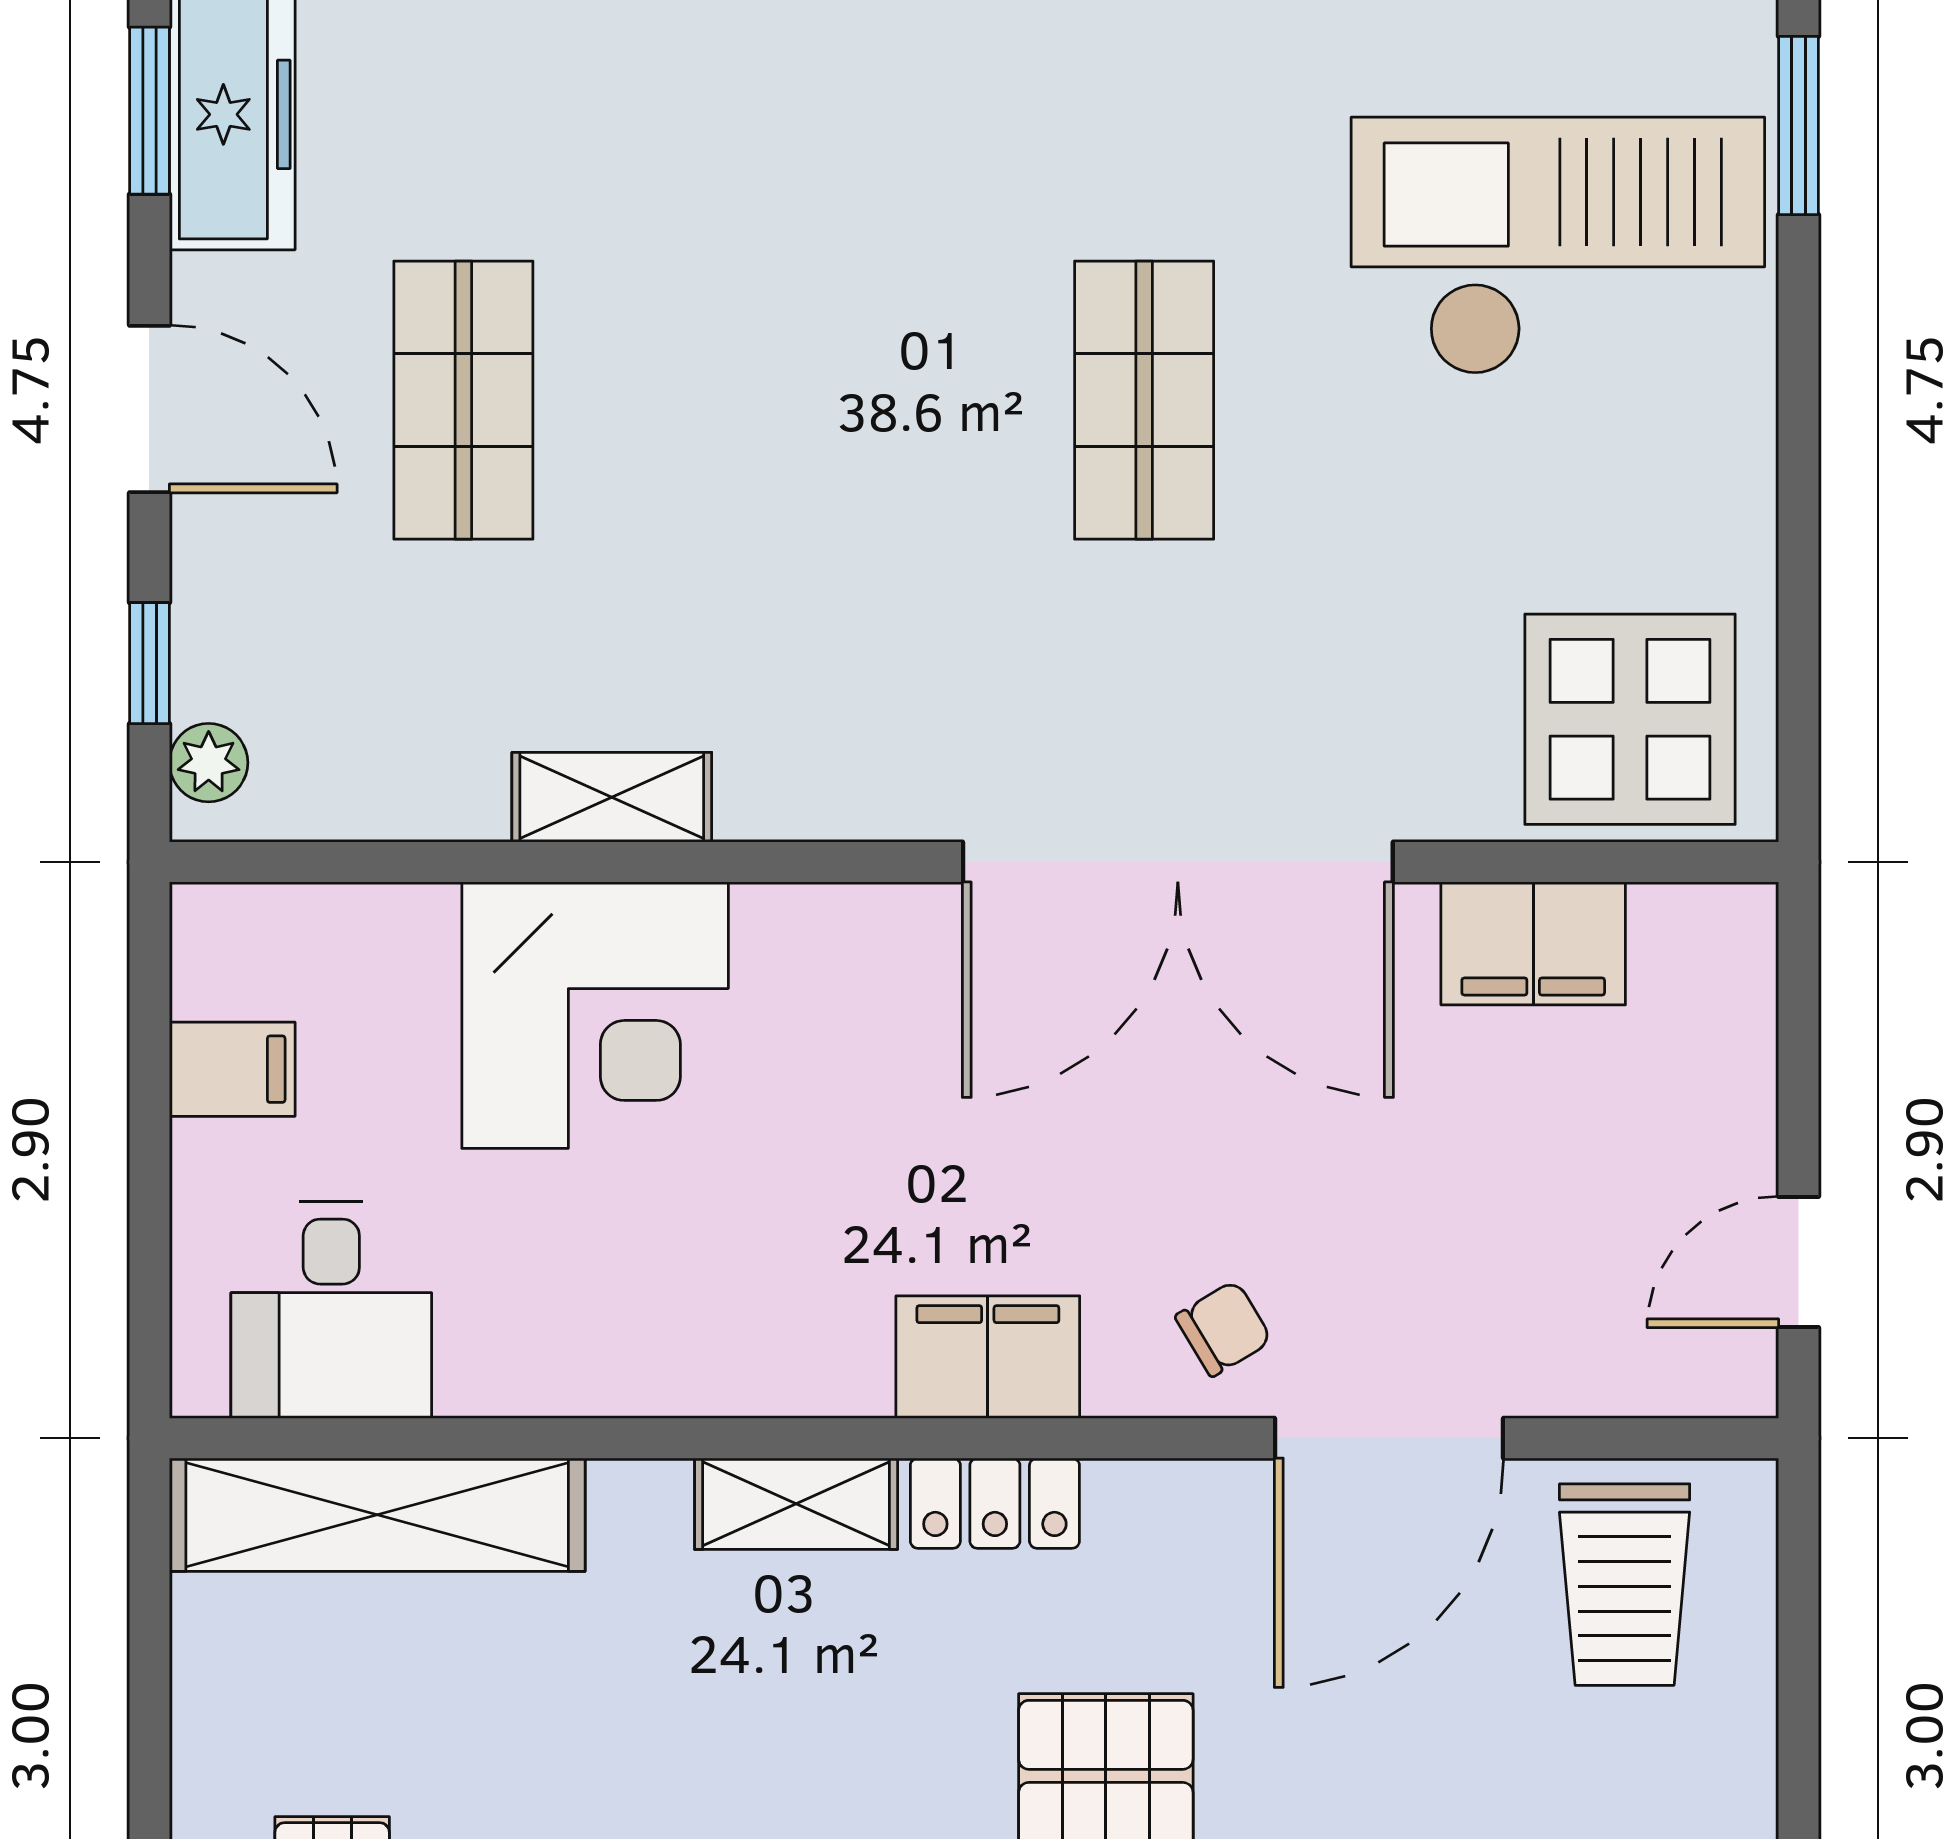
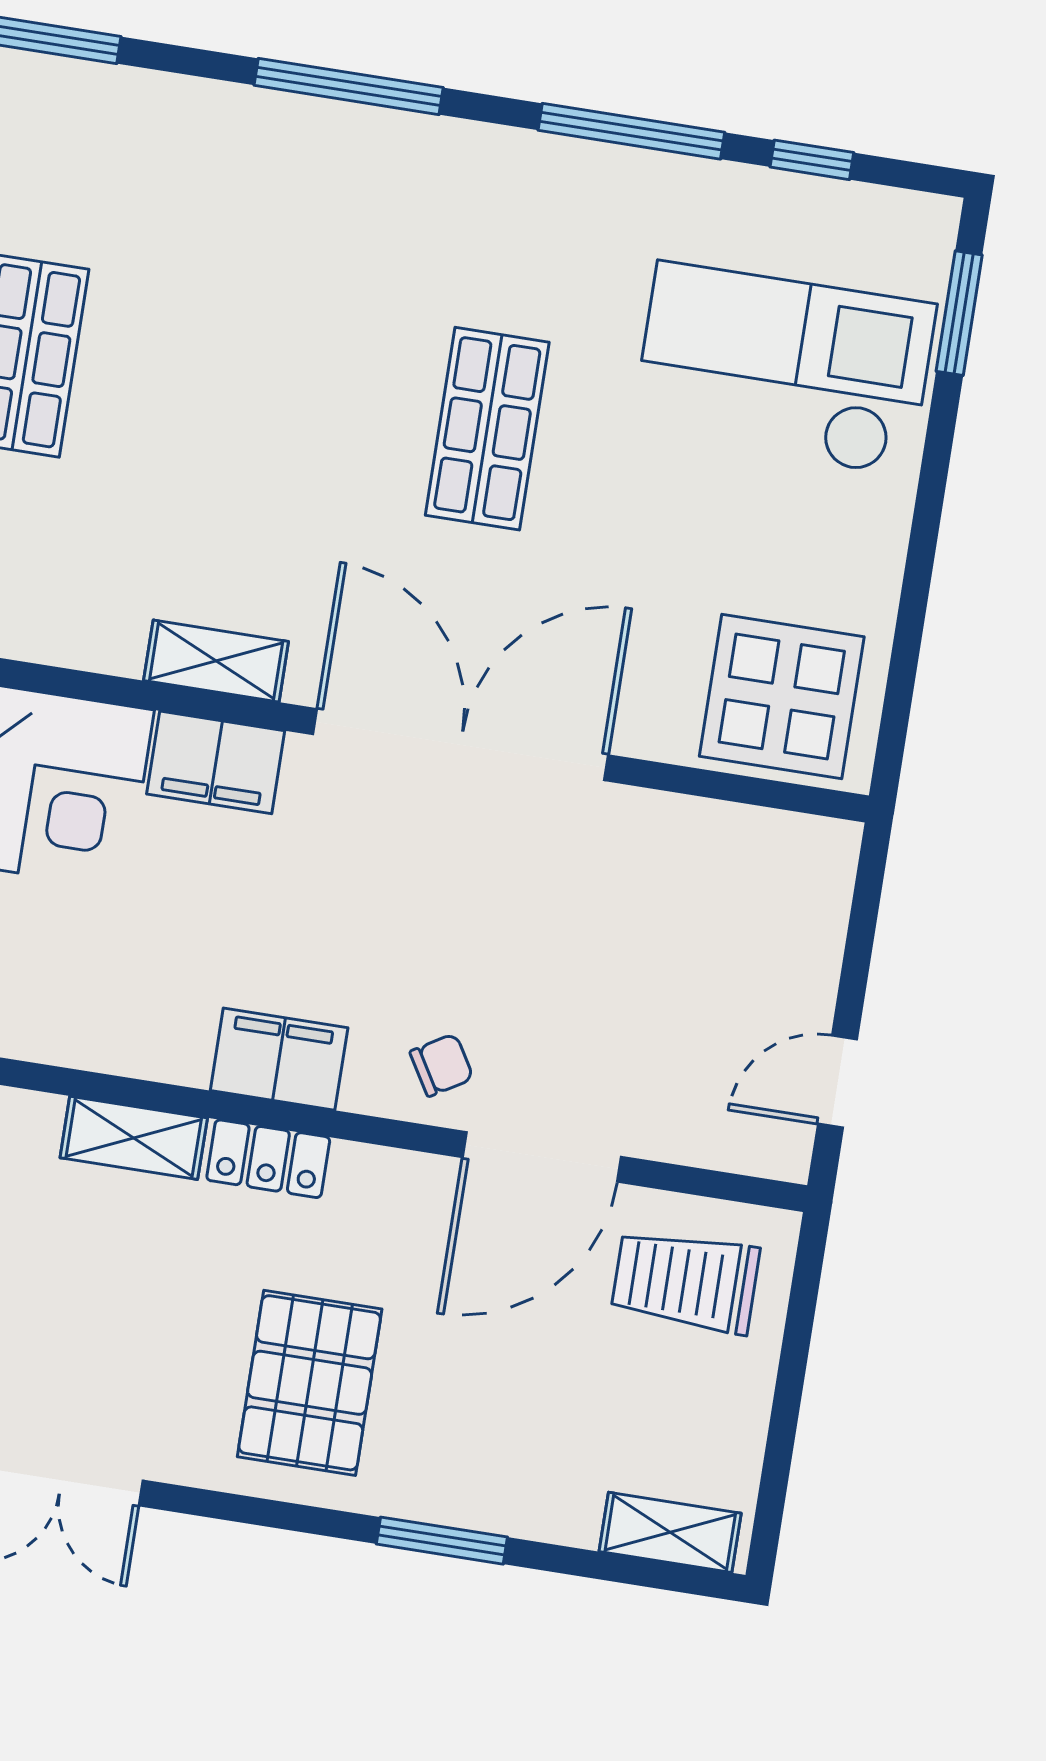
shelving: (612, 797) -> (216, 661), moved
double door: (1178, 862) -> (461, 745), swing flipped
filing cabinet: (1533, 943) -> (216, 762), moved
trolley: (1625, 1585) -> (685, 1281), turned 90

